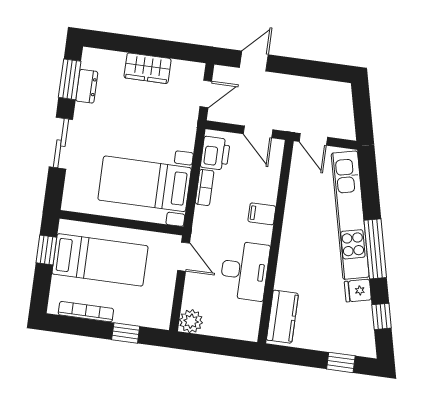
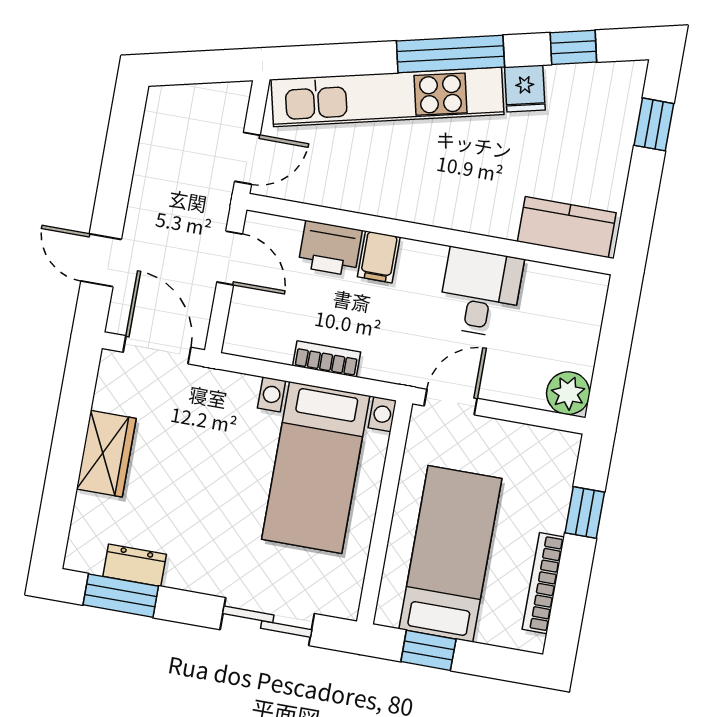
door: (206, 94) -> (157, 350), width x1.37
door: (258, 132) -> (230, 258), hinge flipped
sliding door: (61, 143) -> (267, 622), moved
printer: (215, 153) -> (330, 248), moved, turned 180
desk: (245, 271) -> (480, 292), width x0.73

